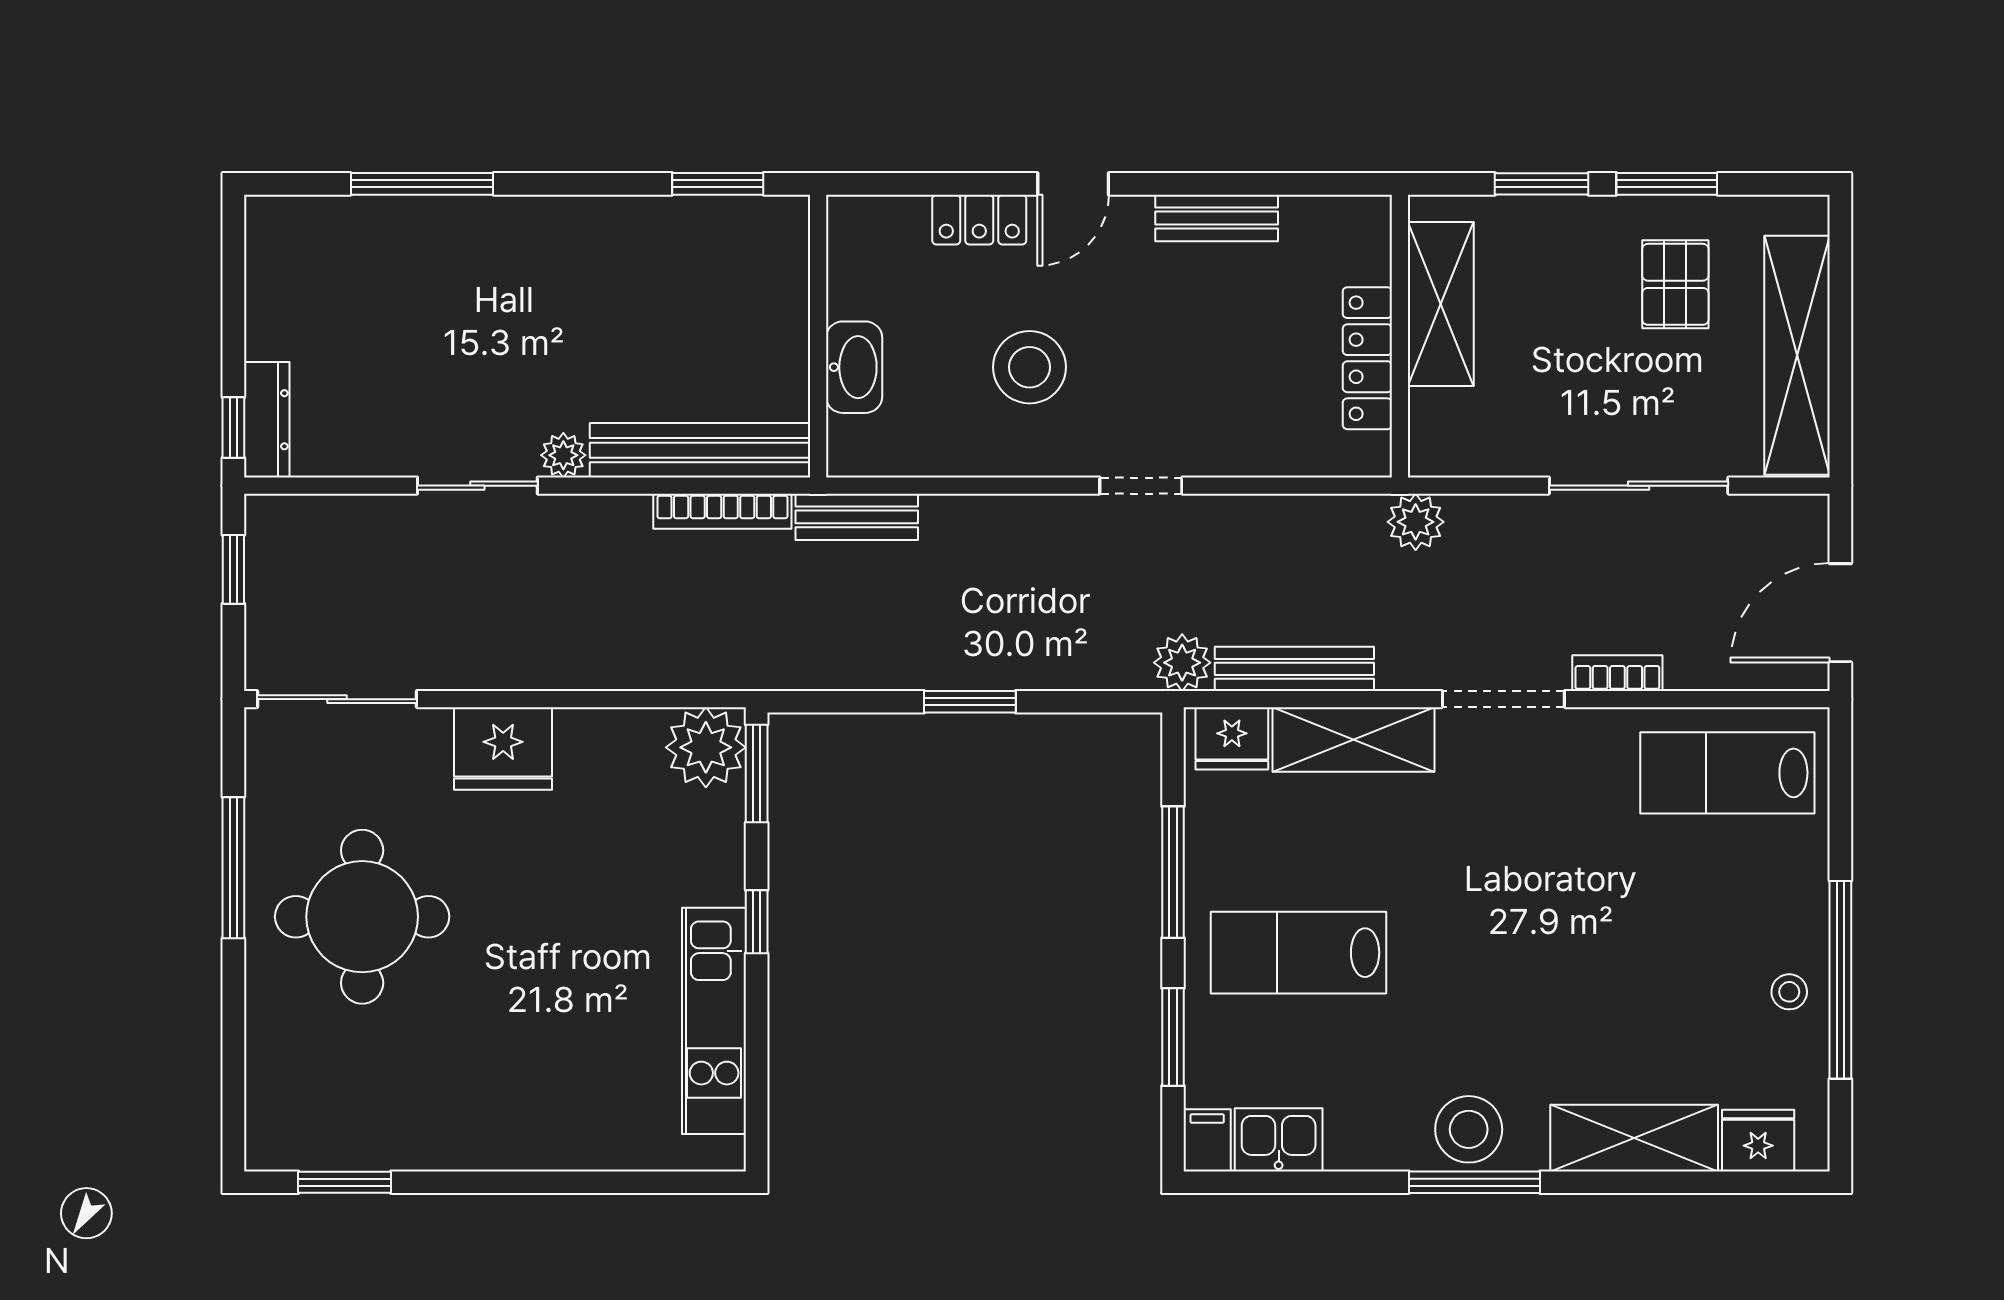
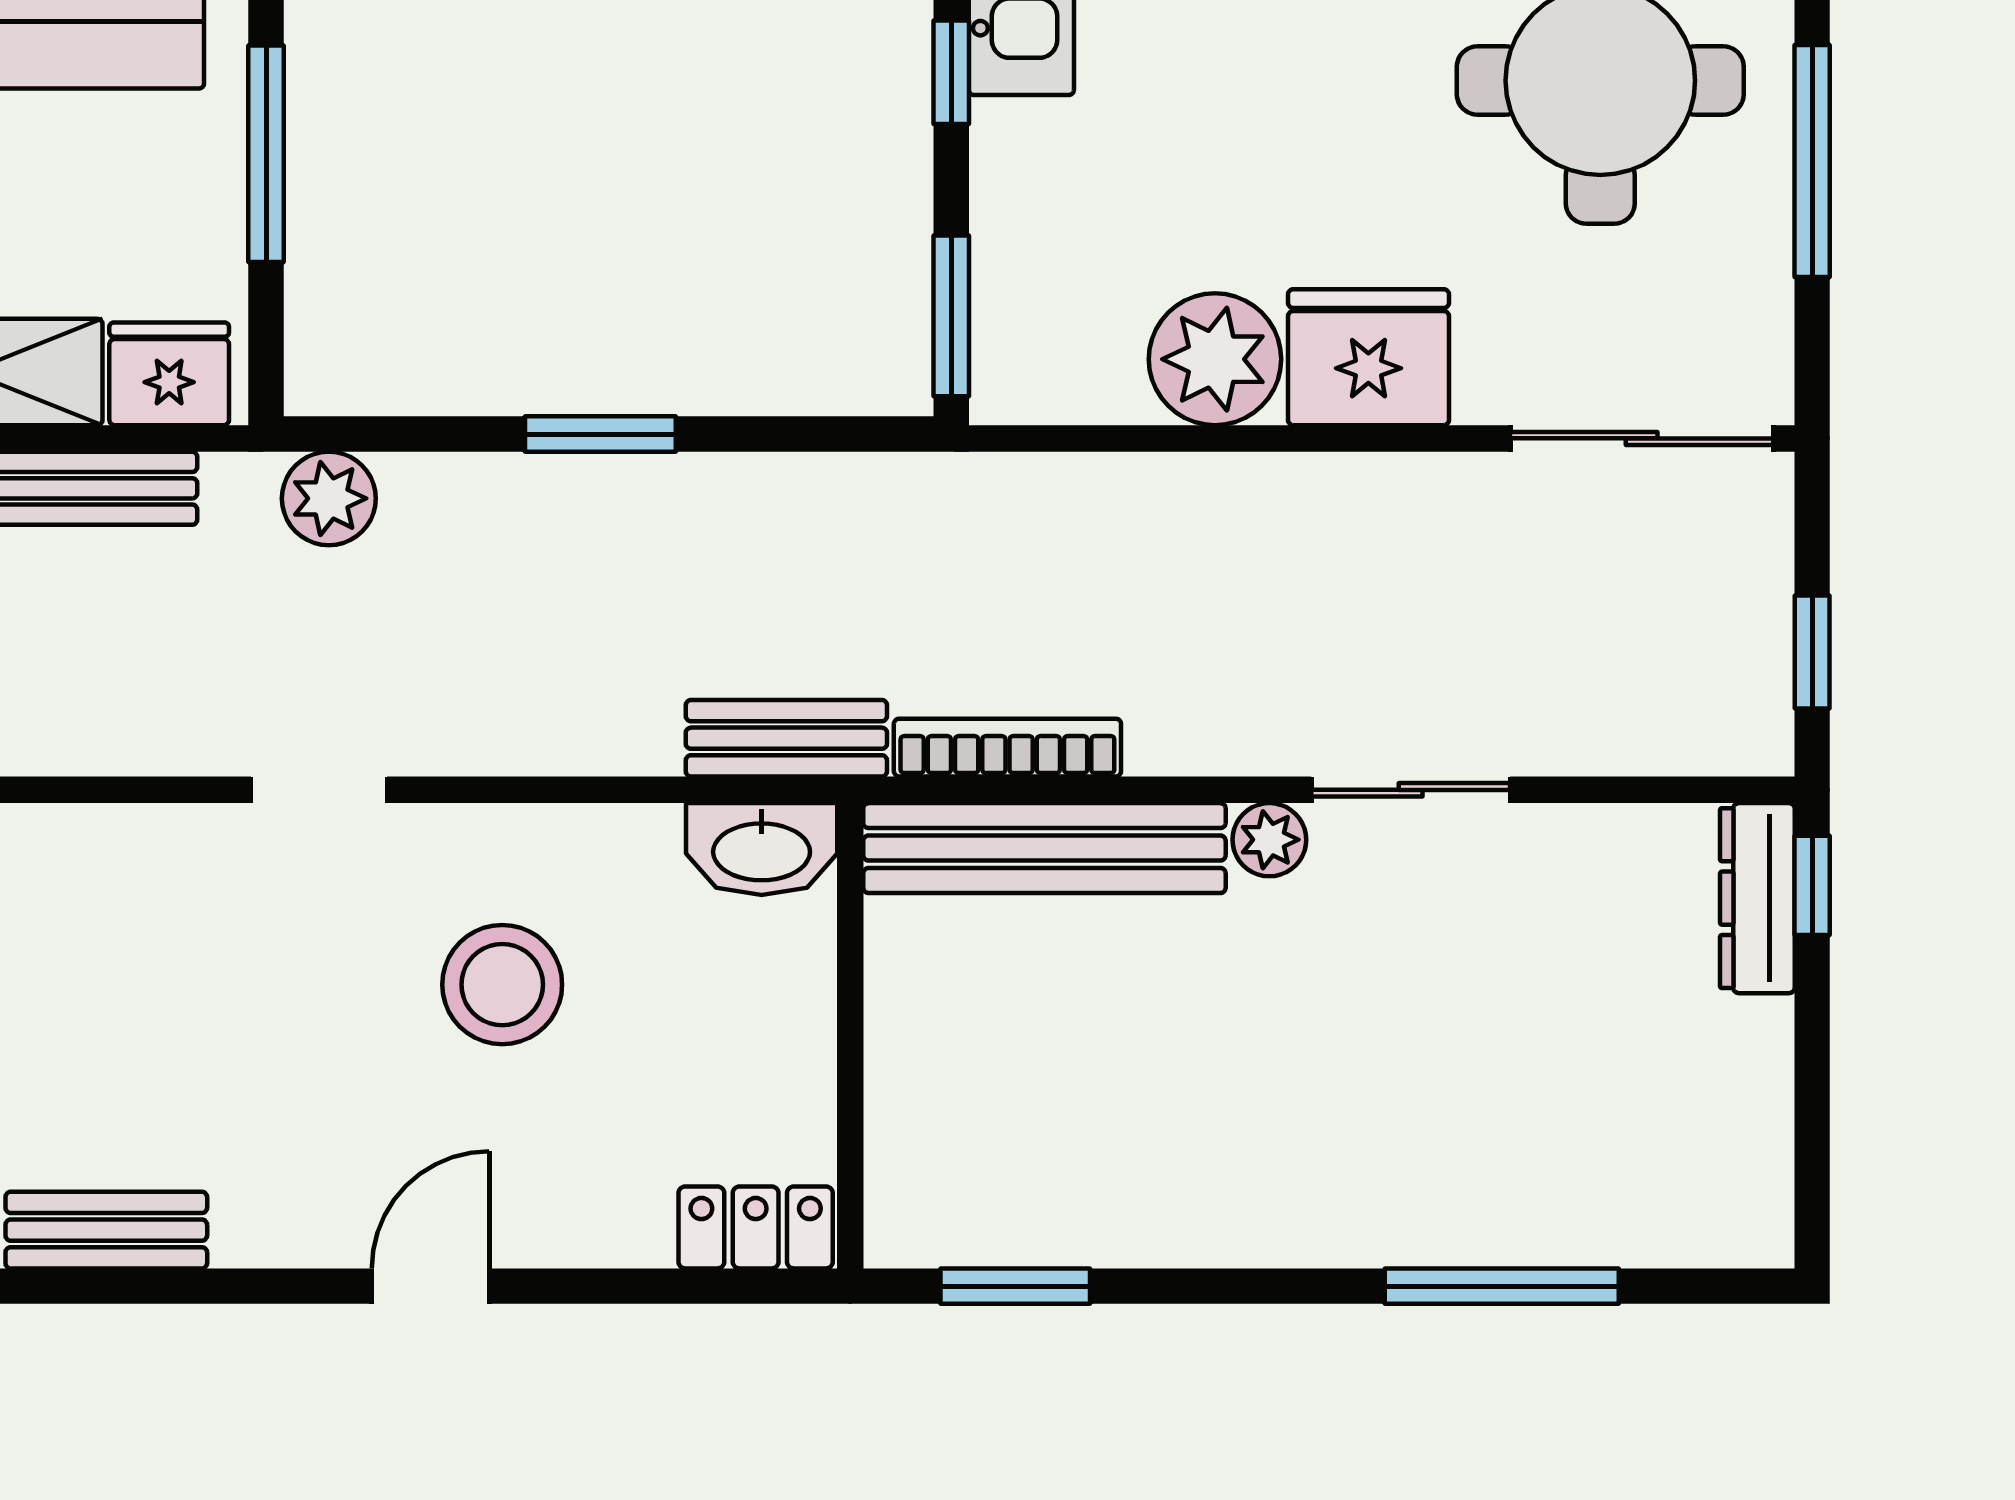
bench: (1217, 218) -> (106, 1230), moved
locker: (979, 220) -> (756, 1227), moved
washbasin: (854, 367) -> (762, 849), moved, turned -90
plant: (1182, 663) -> (329, 498), moved
plant: (706, 747) -> (1215, 359), moved

